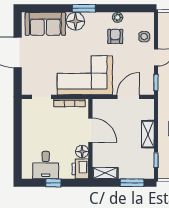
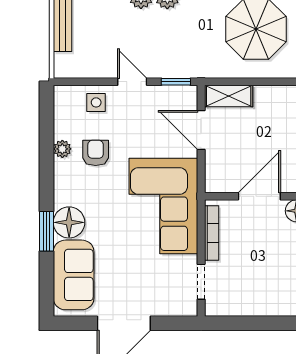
window: (84, 8) -> (46, 231), moved
armchair: (115, 36) -> (96, 153), turned 90
shelving: (148, 134) -> (229, 96), moved

